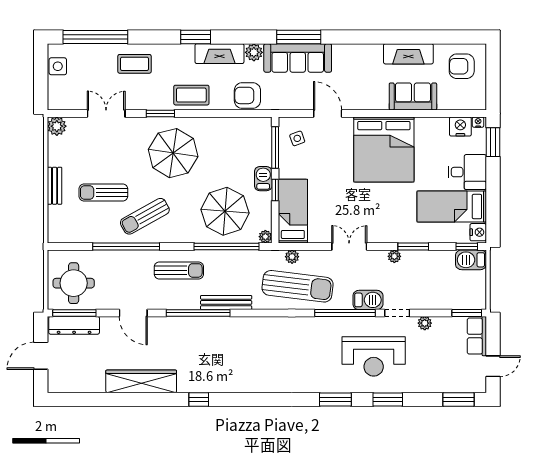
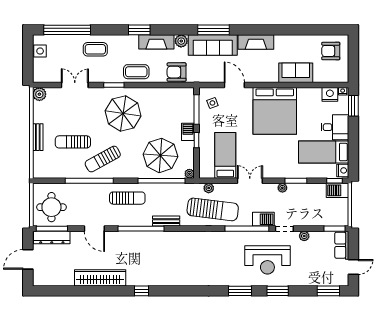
fireplace: (408, 54) -> (256, 42), moved
bed: (293, 211) -> (225, 155), moved
bench: (226, 302) -> (166, 221), width x0.73

